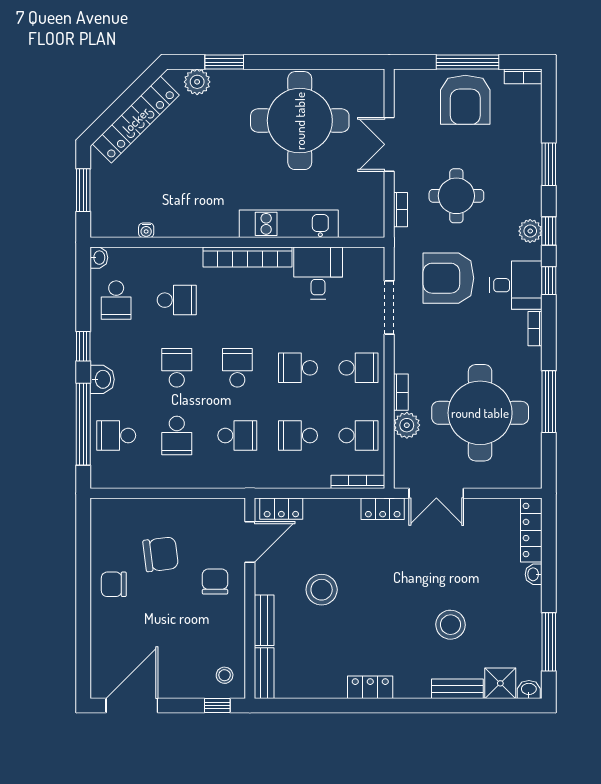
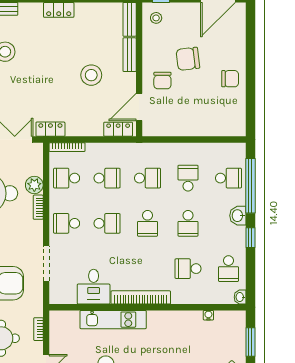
school desk: (116, 300) -> (228, 269), turned 180
school desk: (237, 436) -> (148, 178), turned 180
chair: (161, 554) -> (188, 59), moved

